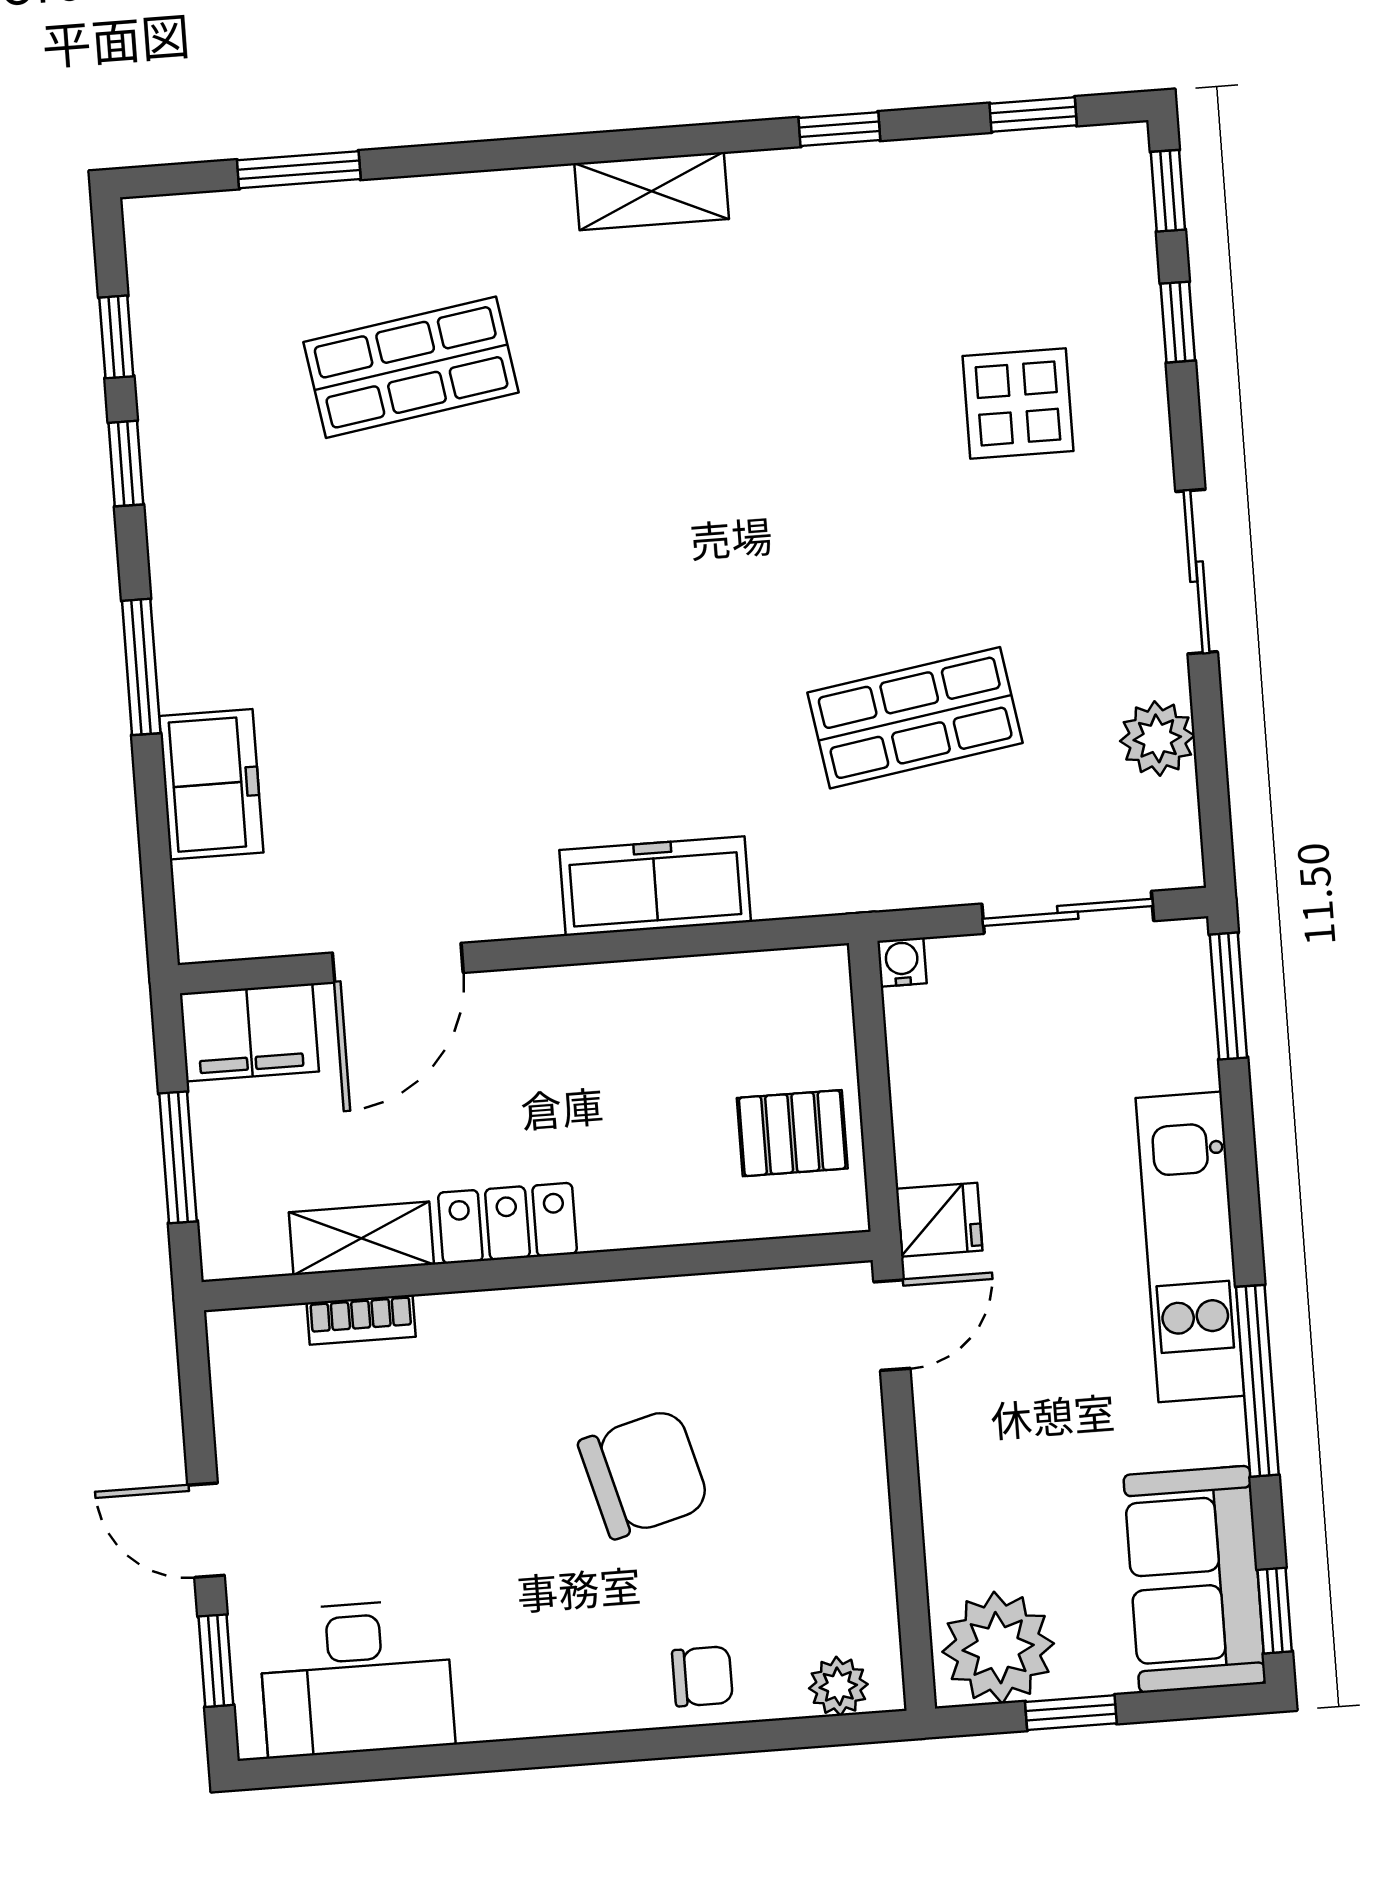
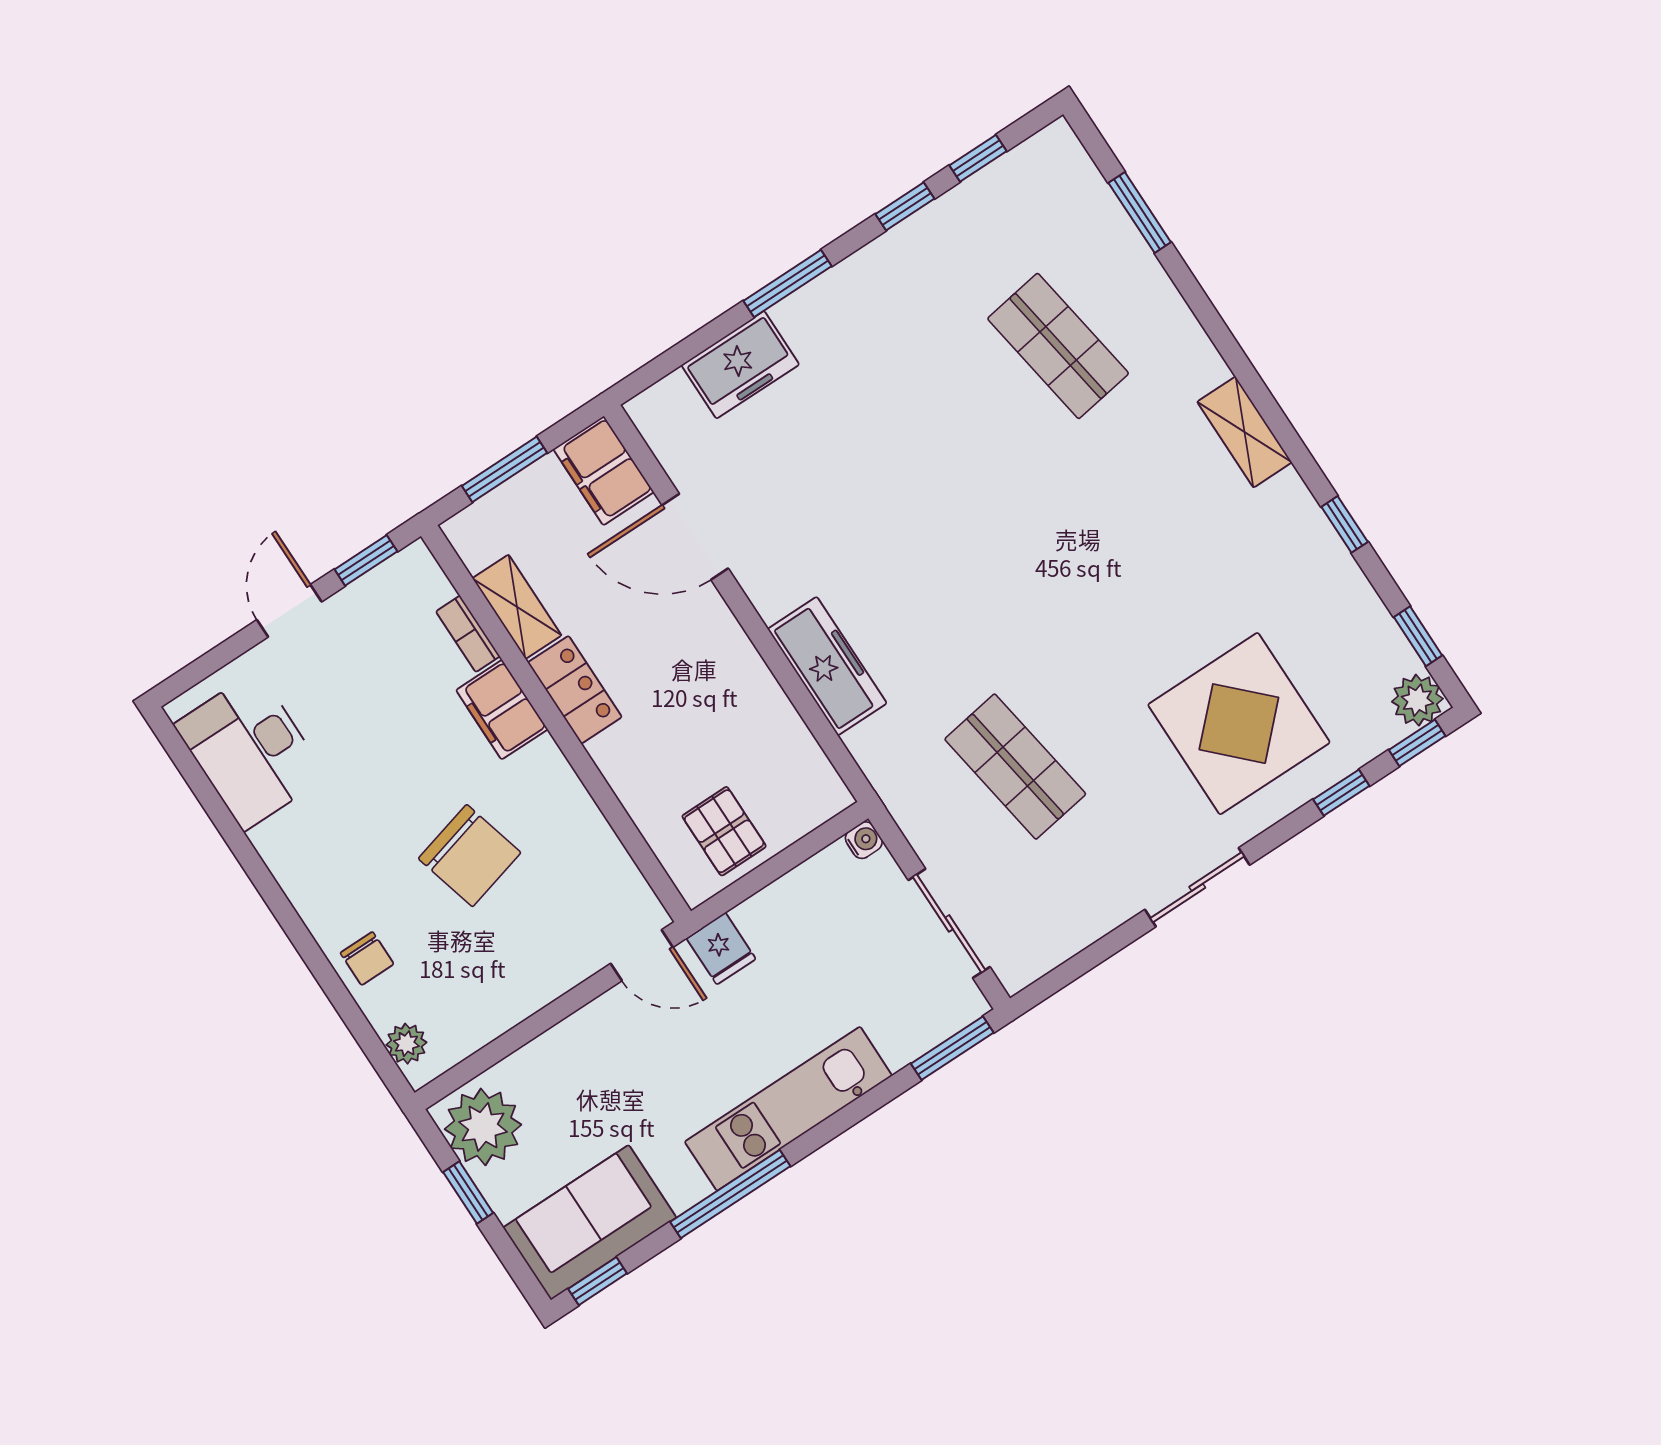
display table: (1018, 403) -> (1239, 724), width x1.86, depth x1.86
plant: (1157, 738) -> (1417, 700), moved
filing cabinet: (481, 1330) -> (502, 710), added
window: (216, 1661) -> (366, 560), moved

